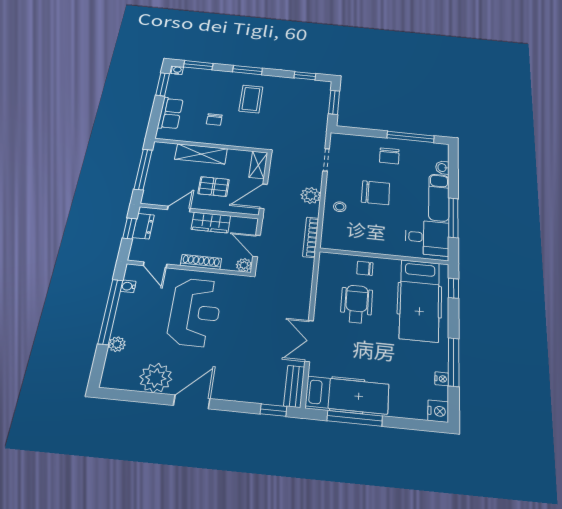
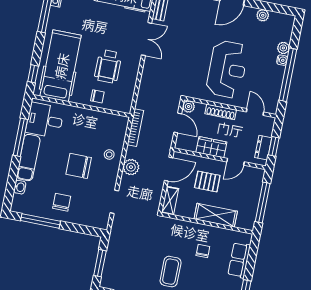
water cooler: (128, 286) -> (282, 60), moved
reception desk: (195, 312) -> (227, 69), turned 180
plant: (156, 378) -> (263, 15), width x0.53, depth x0.53

